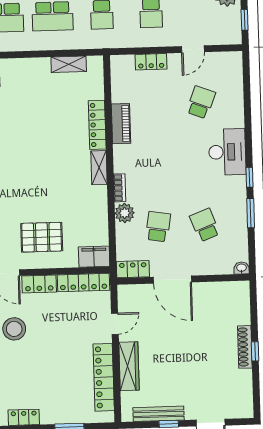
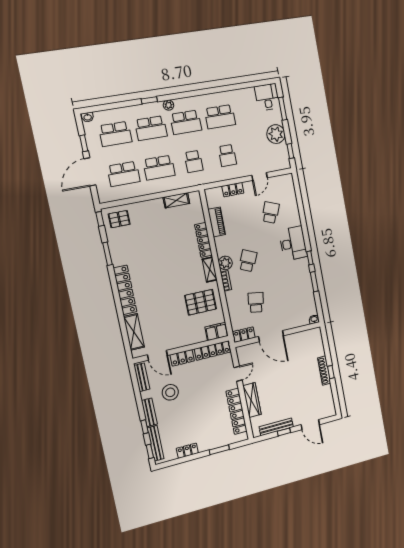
piano: (121, 124) -> (217, 222), moved
plant: (125, 213) -> (225, 263), moved
school desk: (205, 225) -> (248, 261), moved, turned 45
pallet: (42, 237) -> (201, 302), moved

